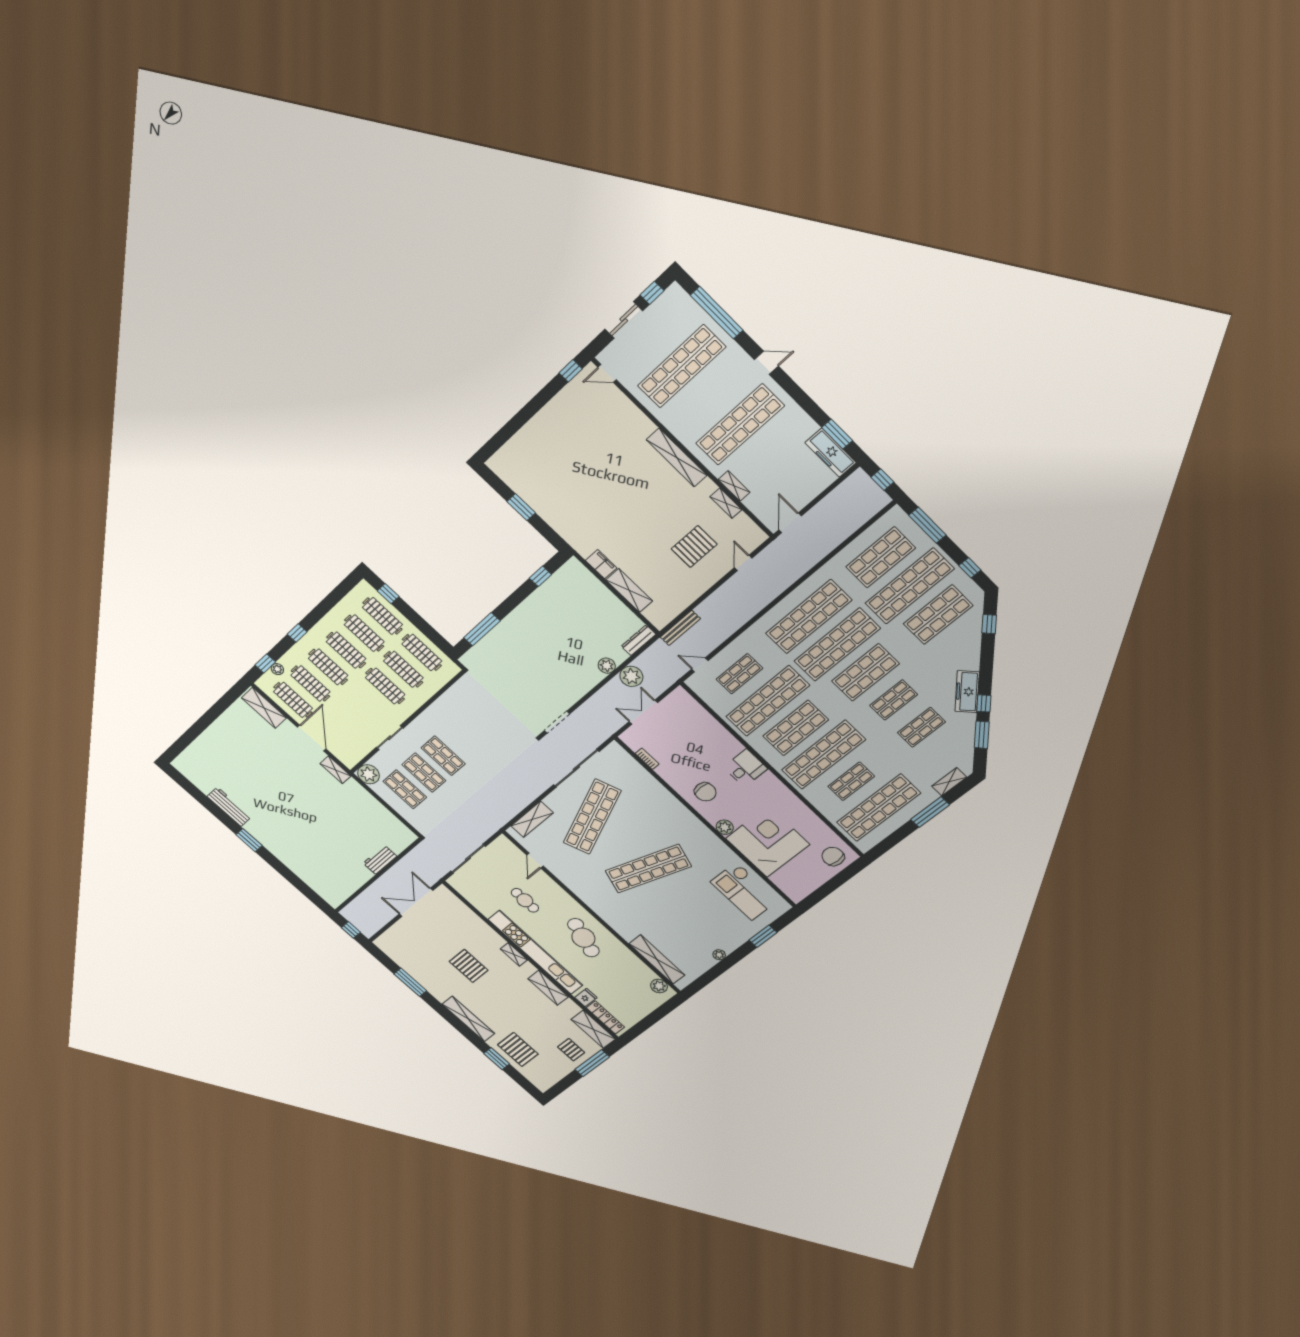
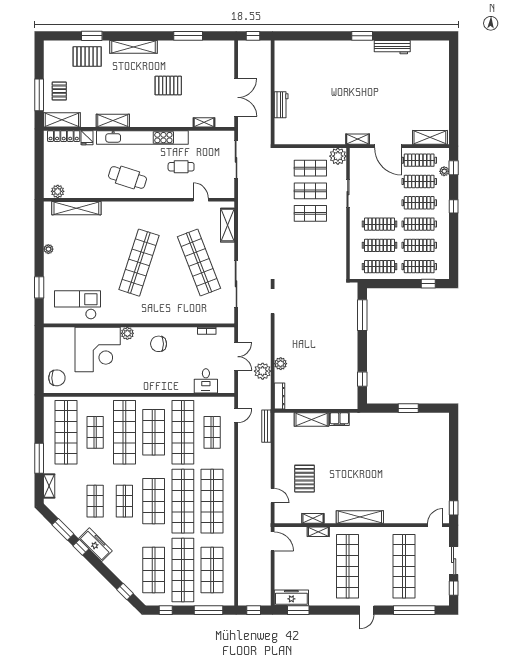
desk: (745, 768) -> (206, 381), moved
shelving: (514, 954) -> (204, 122), moved
pallet: (571, 1050) -> (59, 91), turned 90

